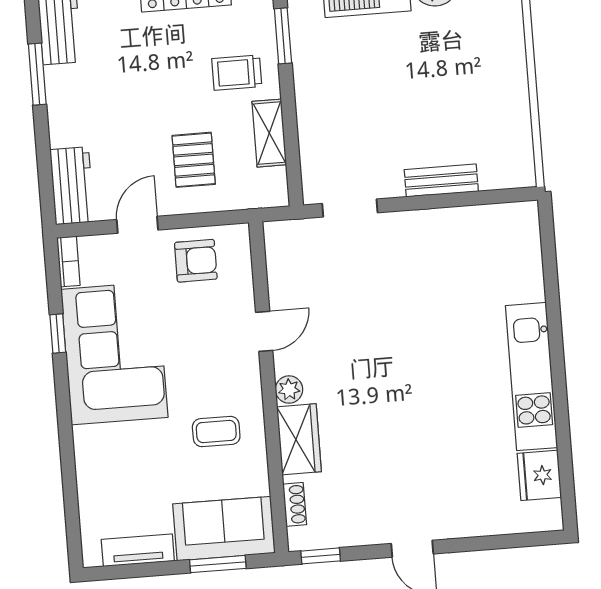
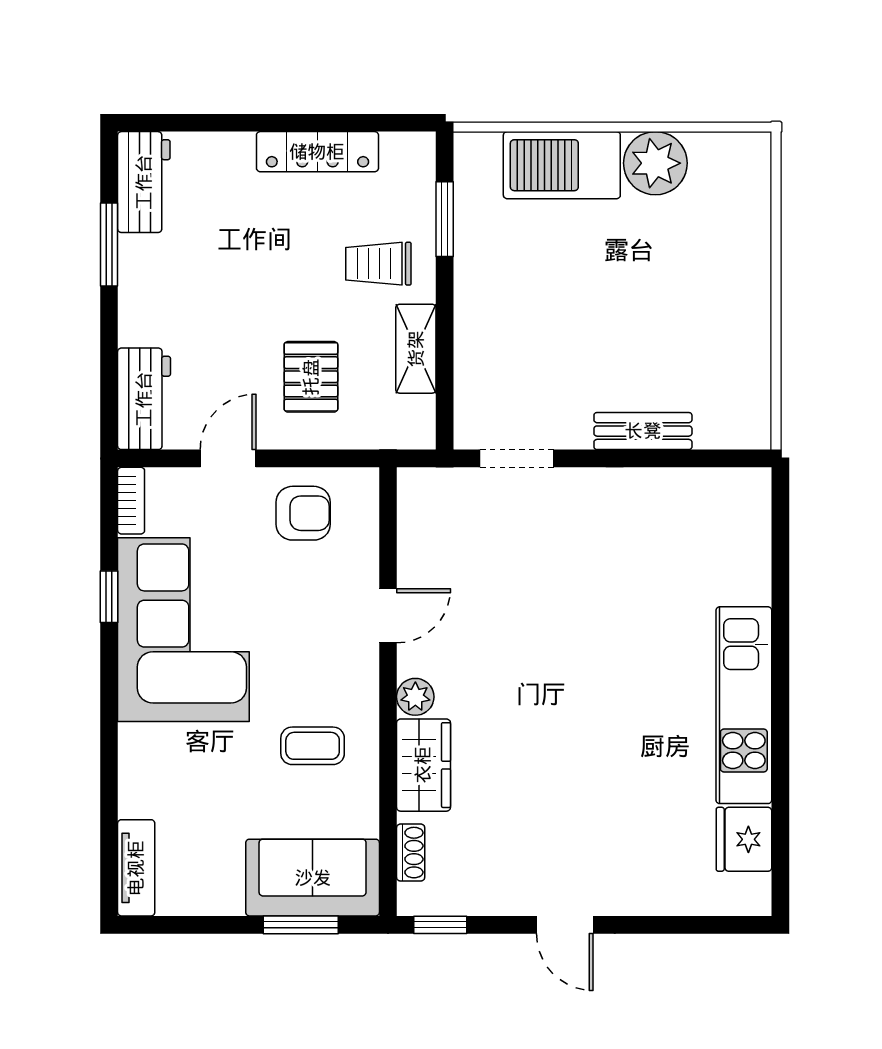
tv unit: (138, 550) -> (136, 868), moved, turned 90

